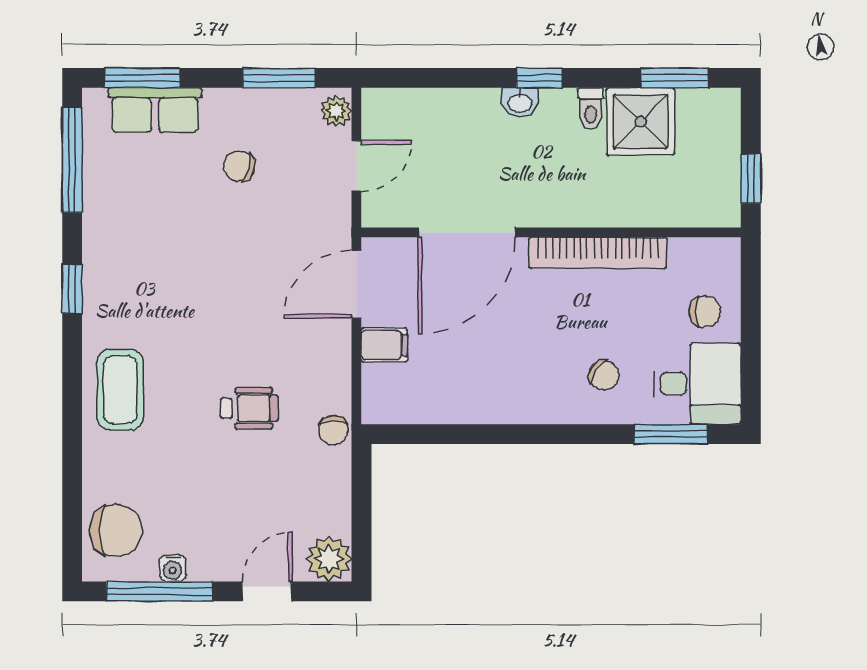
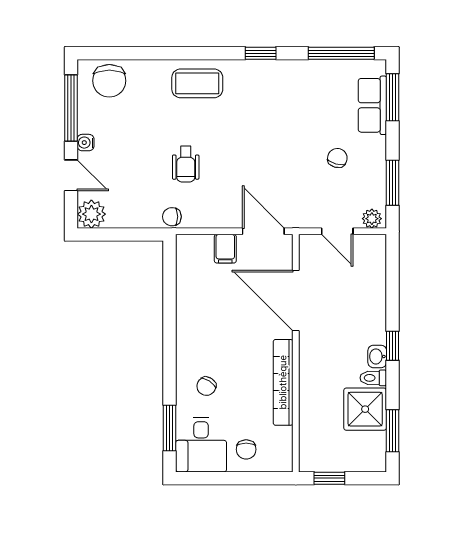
washbasin: (520, 102) -> (377, 356), moved
water cooler: (173, 568) -> (86, 143), moved

